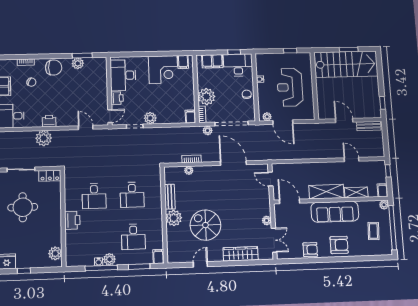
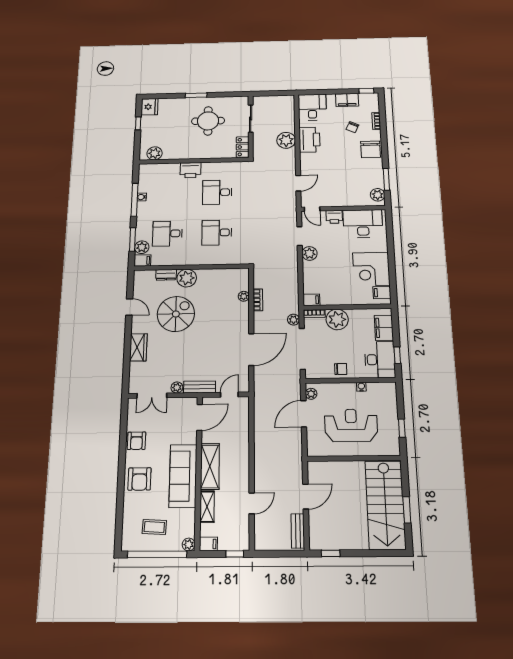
plant: (78, 63) -> (378, 195), moved
printer: (49, 121) -> (309, 140), width x1.87, depth x1.48
bench: (170, 197) -> (200, 387), moved
dresser: (171, 235) -> (166, 275), added
wardrobe: (241, 254) -> (138, 347), width x0.67
plant: (109, 259) -> (142, 247), moved

